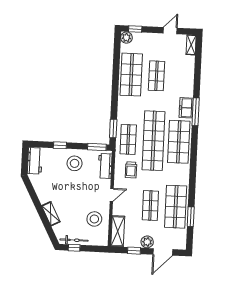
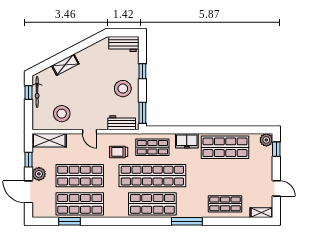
shop shelf: (157, 76) -> (225, 204), moved
freezer: (186, 108) -> (187, 141), moved, turned 180
window: (113, 129) -> (164, 130), removed
shop shelf: (150, 205) -> (80, 176), width x1.43, depth x1.36

